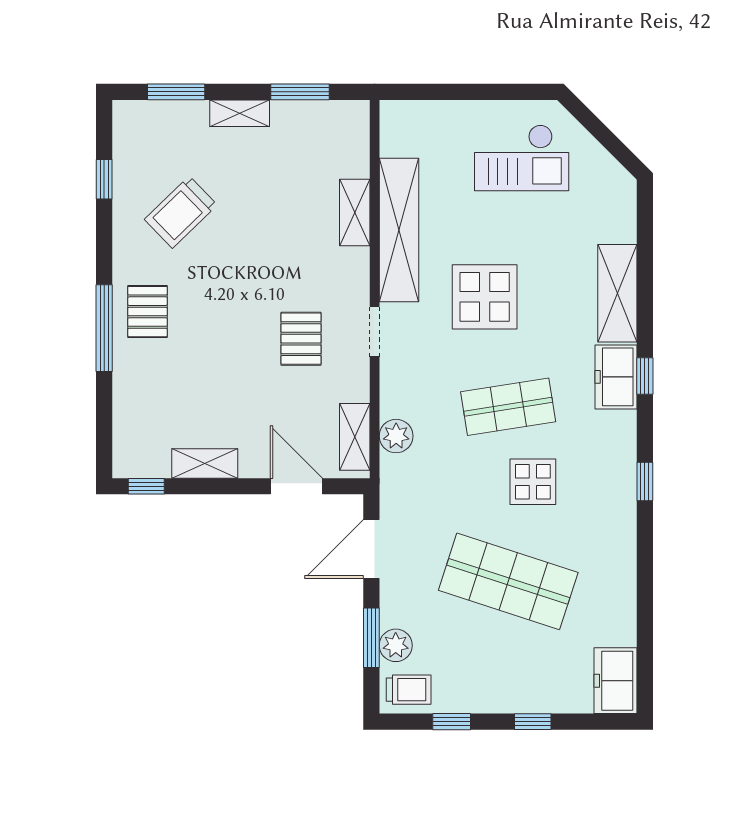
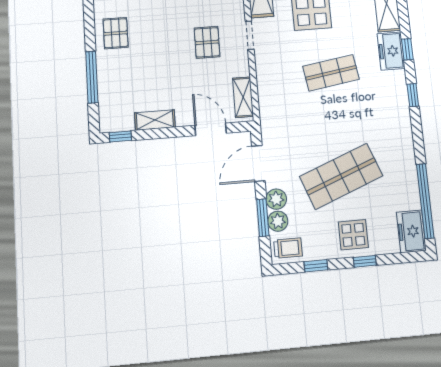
window: (104, 328) -> (92, 77), moved
plant: (396, 436) -> (276, 199), moved
display table: (533, 482) -> (353, 235), moved
window: (645, 482) -> (413, 95), moved
shop shelf: (508, 581) -> (341, 176), turned -39
window: (645, 634) -> (425, 201), added

